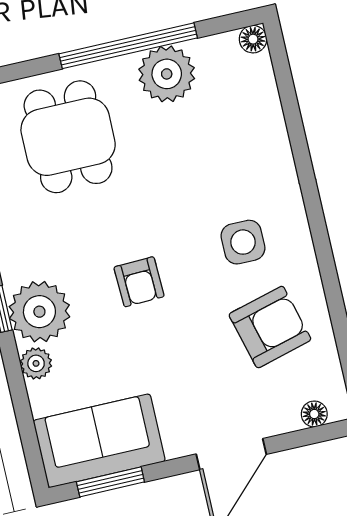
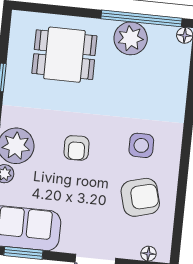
window: (128, 46) -> (142, 18), moved
dining table: (68, 137) -> (64, 55), turned 90

